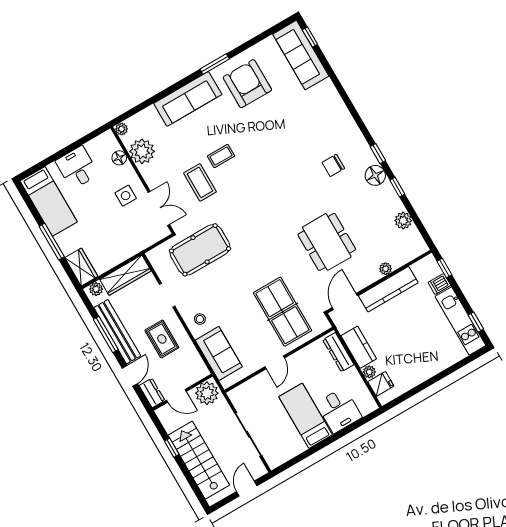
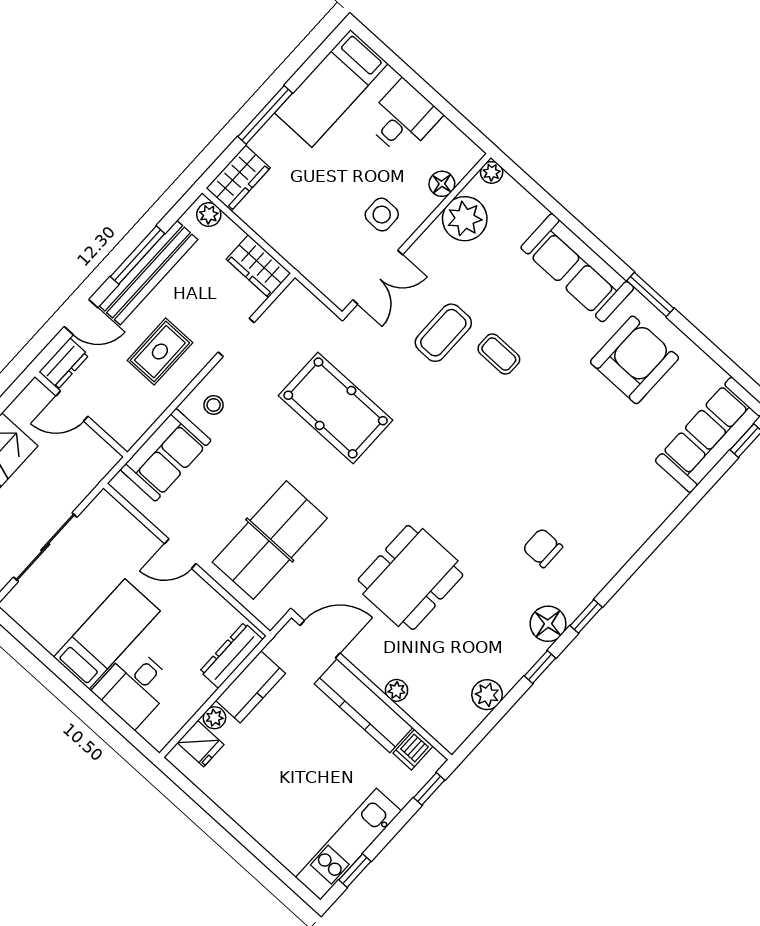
pool table: (200, 250) -> (336, 408), moved
wardrobe: (125, 275) -> (258, 266), width x0.67
dishwasher: (439, 284) -> (413, 750), moved, turned -90
plant: (207, 393) -> (93, 456), removed
door: (176, 396) -> (72, 406), hinge flipped

